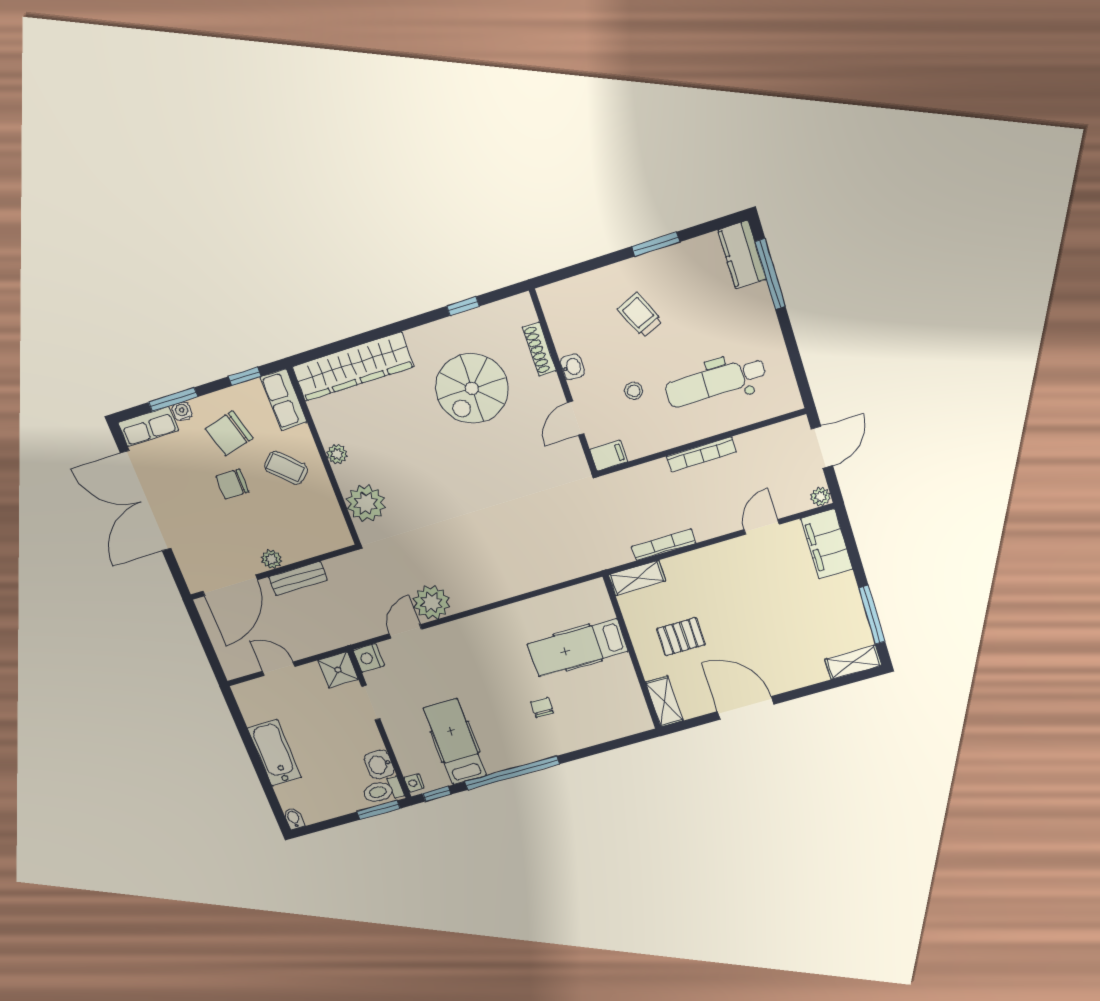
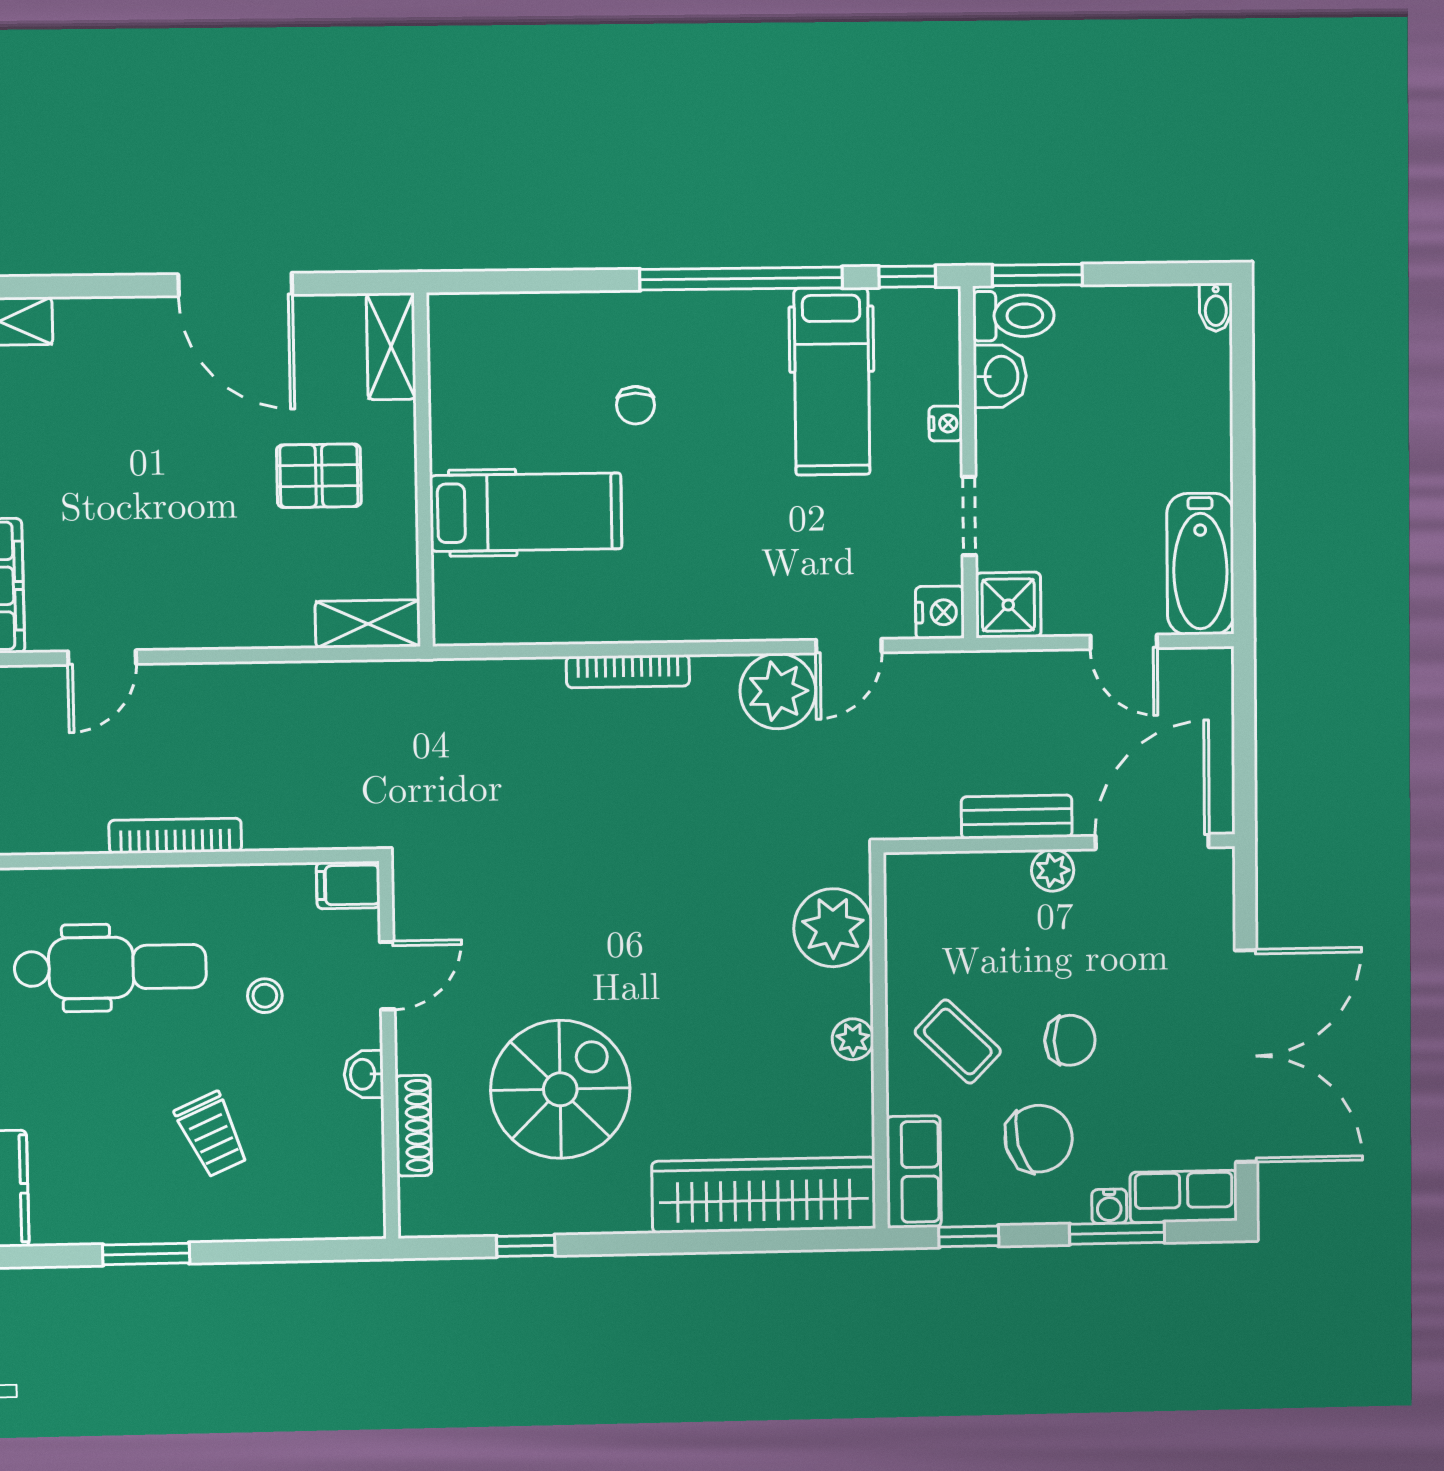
bookcase: (664, 545) -> (628, 671), moved
bathtub: (274, 753) -> (1200, 564), moved
nightstand: (414, 783) -> (946, 424), moved

